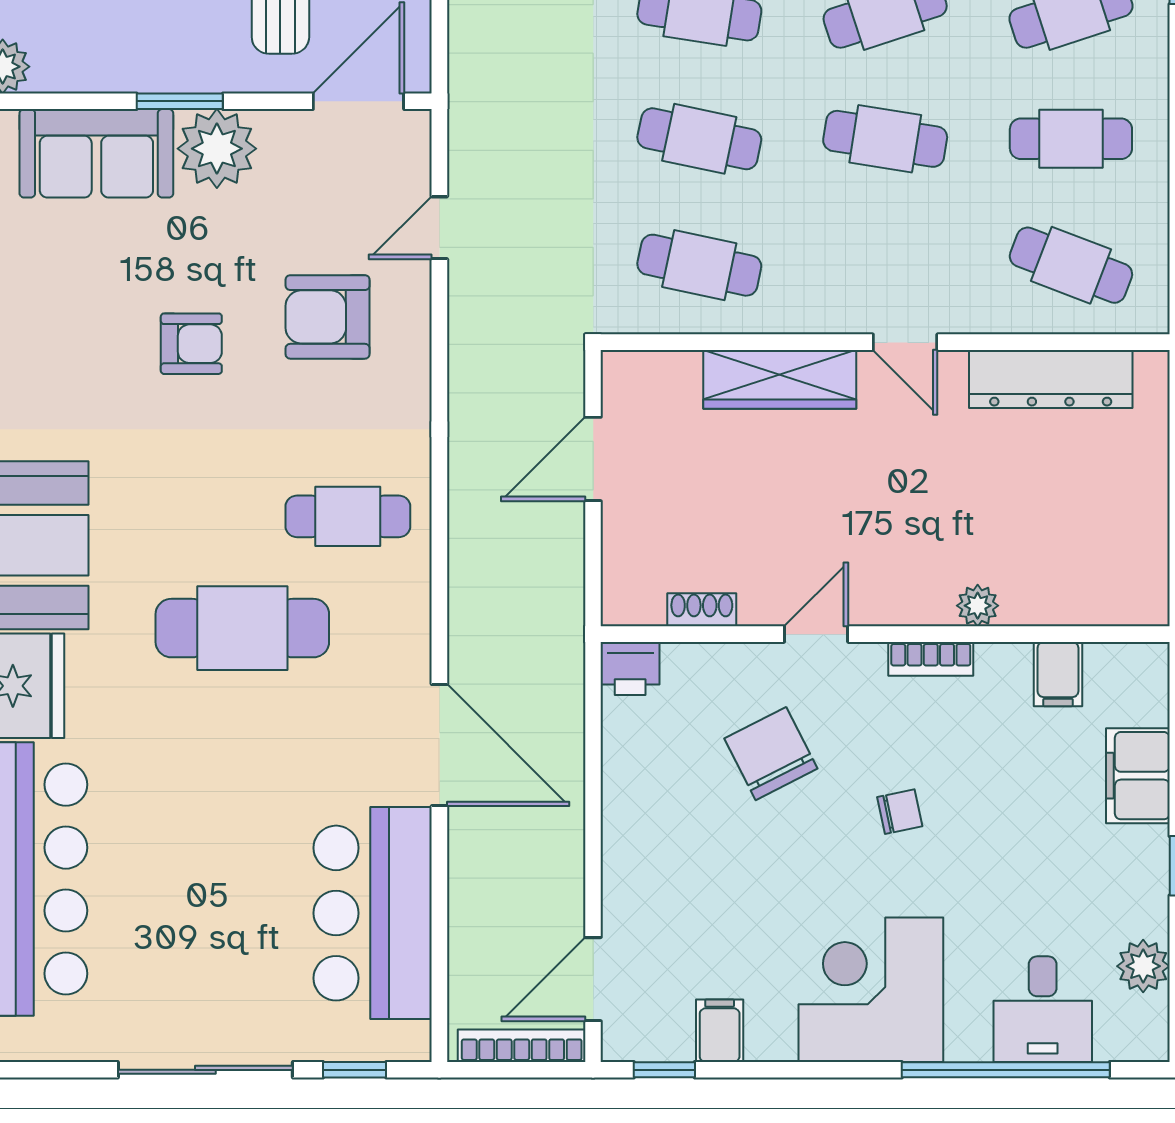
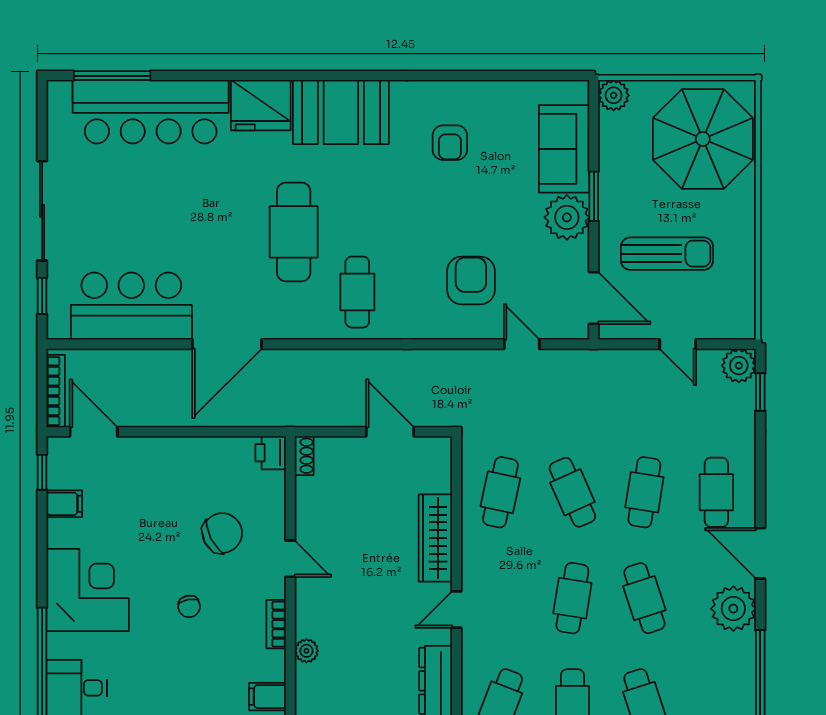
cafe table: (699, 139) -> (572, 492), turned -36
armchair: (191, 344) -> (450, 143), moved
shoe rack: (702, 610) -> (304, 456), moved

